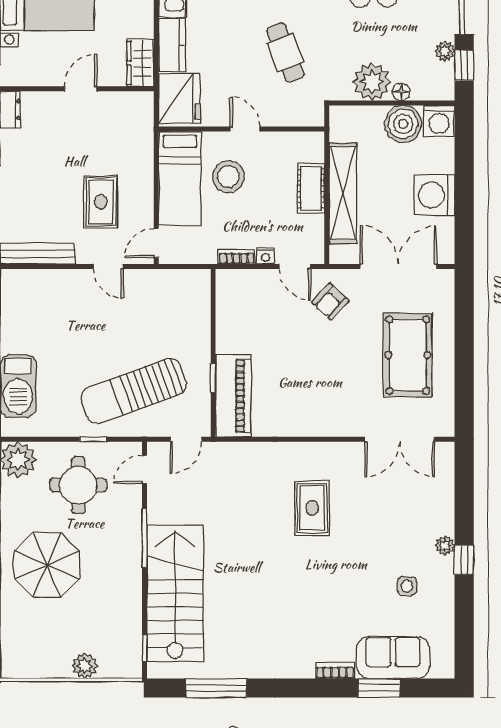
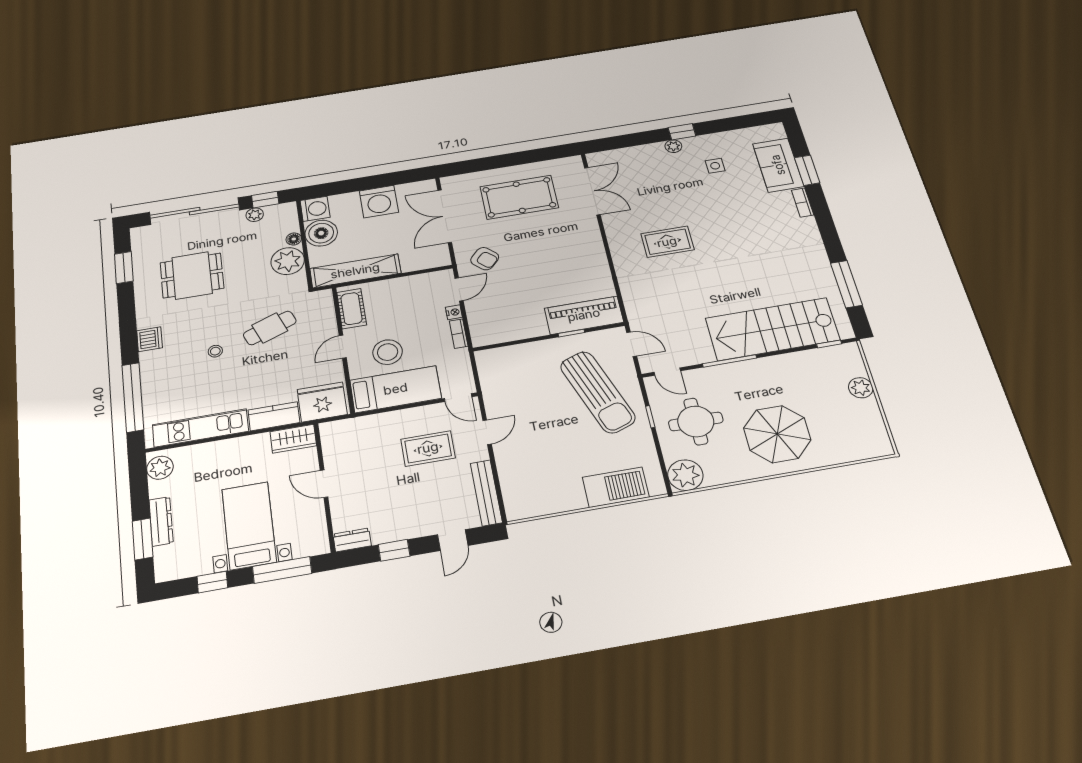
cot: (311, 189) -> (352, 309), moved, turned 90
shelving: (343, 193) -> (355, 271), moved

